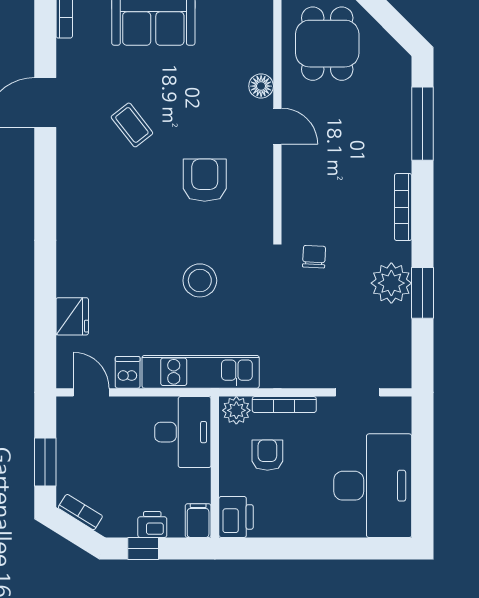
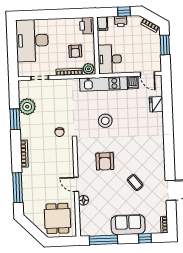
plant: (391, 283) -> (27, 107), moved

